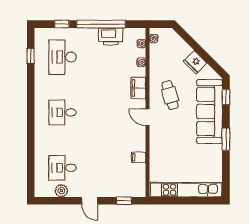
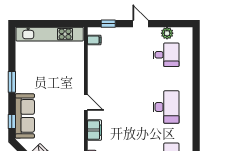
cafe table: (170, 95) -> (65, 123), removed
desk: (63, 112) -> (166, 107), width x1.37
sofa: (209, 112) -> (25, 116), width x0.74, depth x0.79
filing cabinet: (139, 157) -> (94, 40), moved

